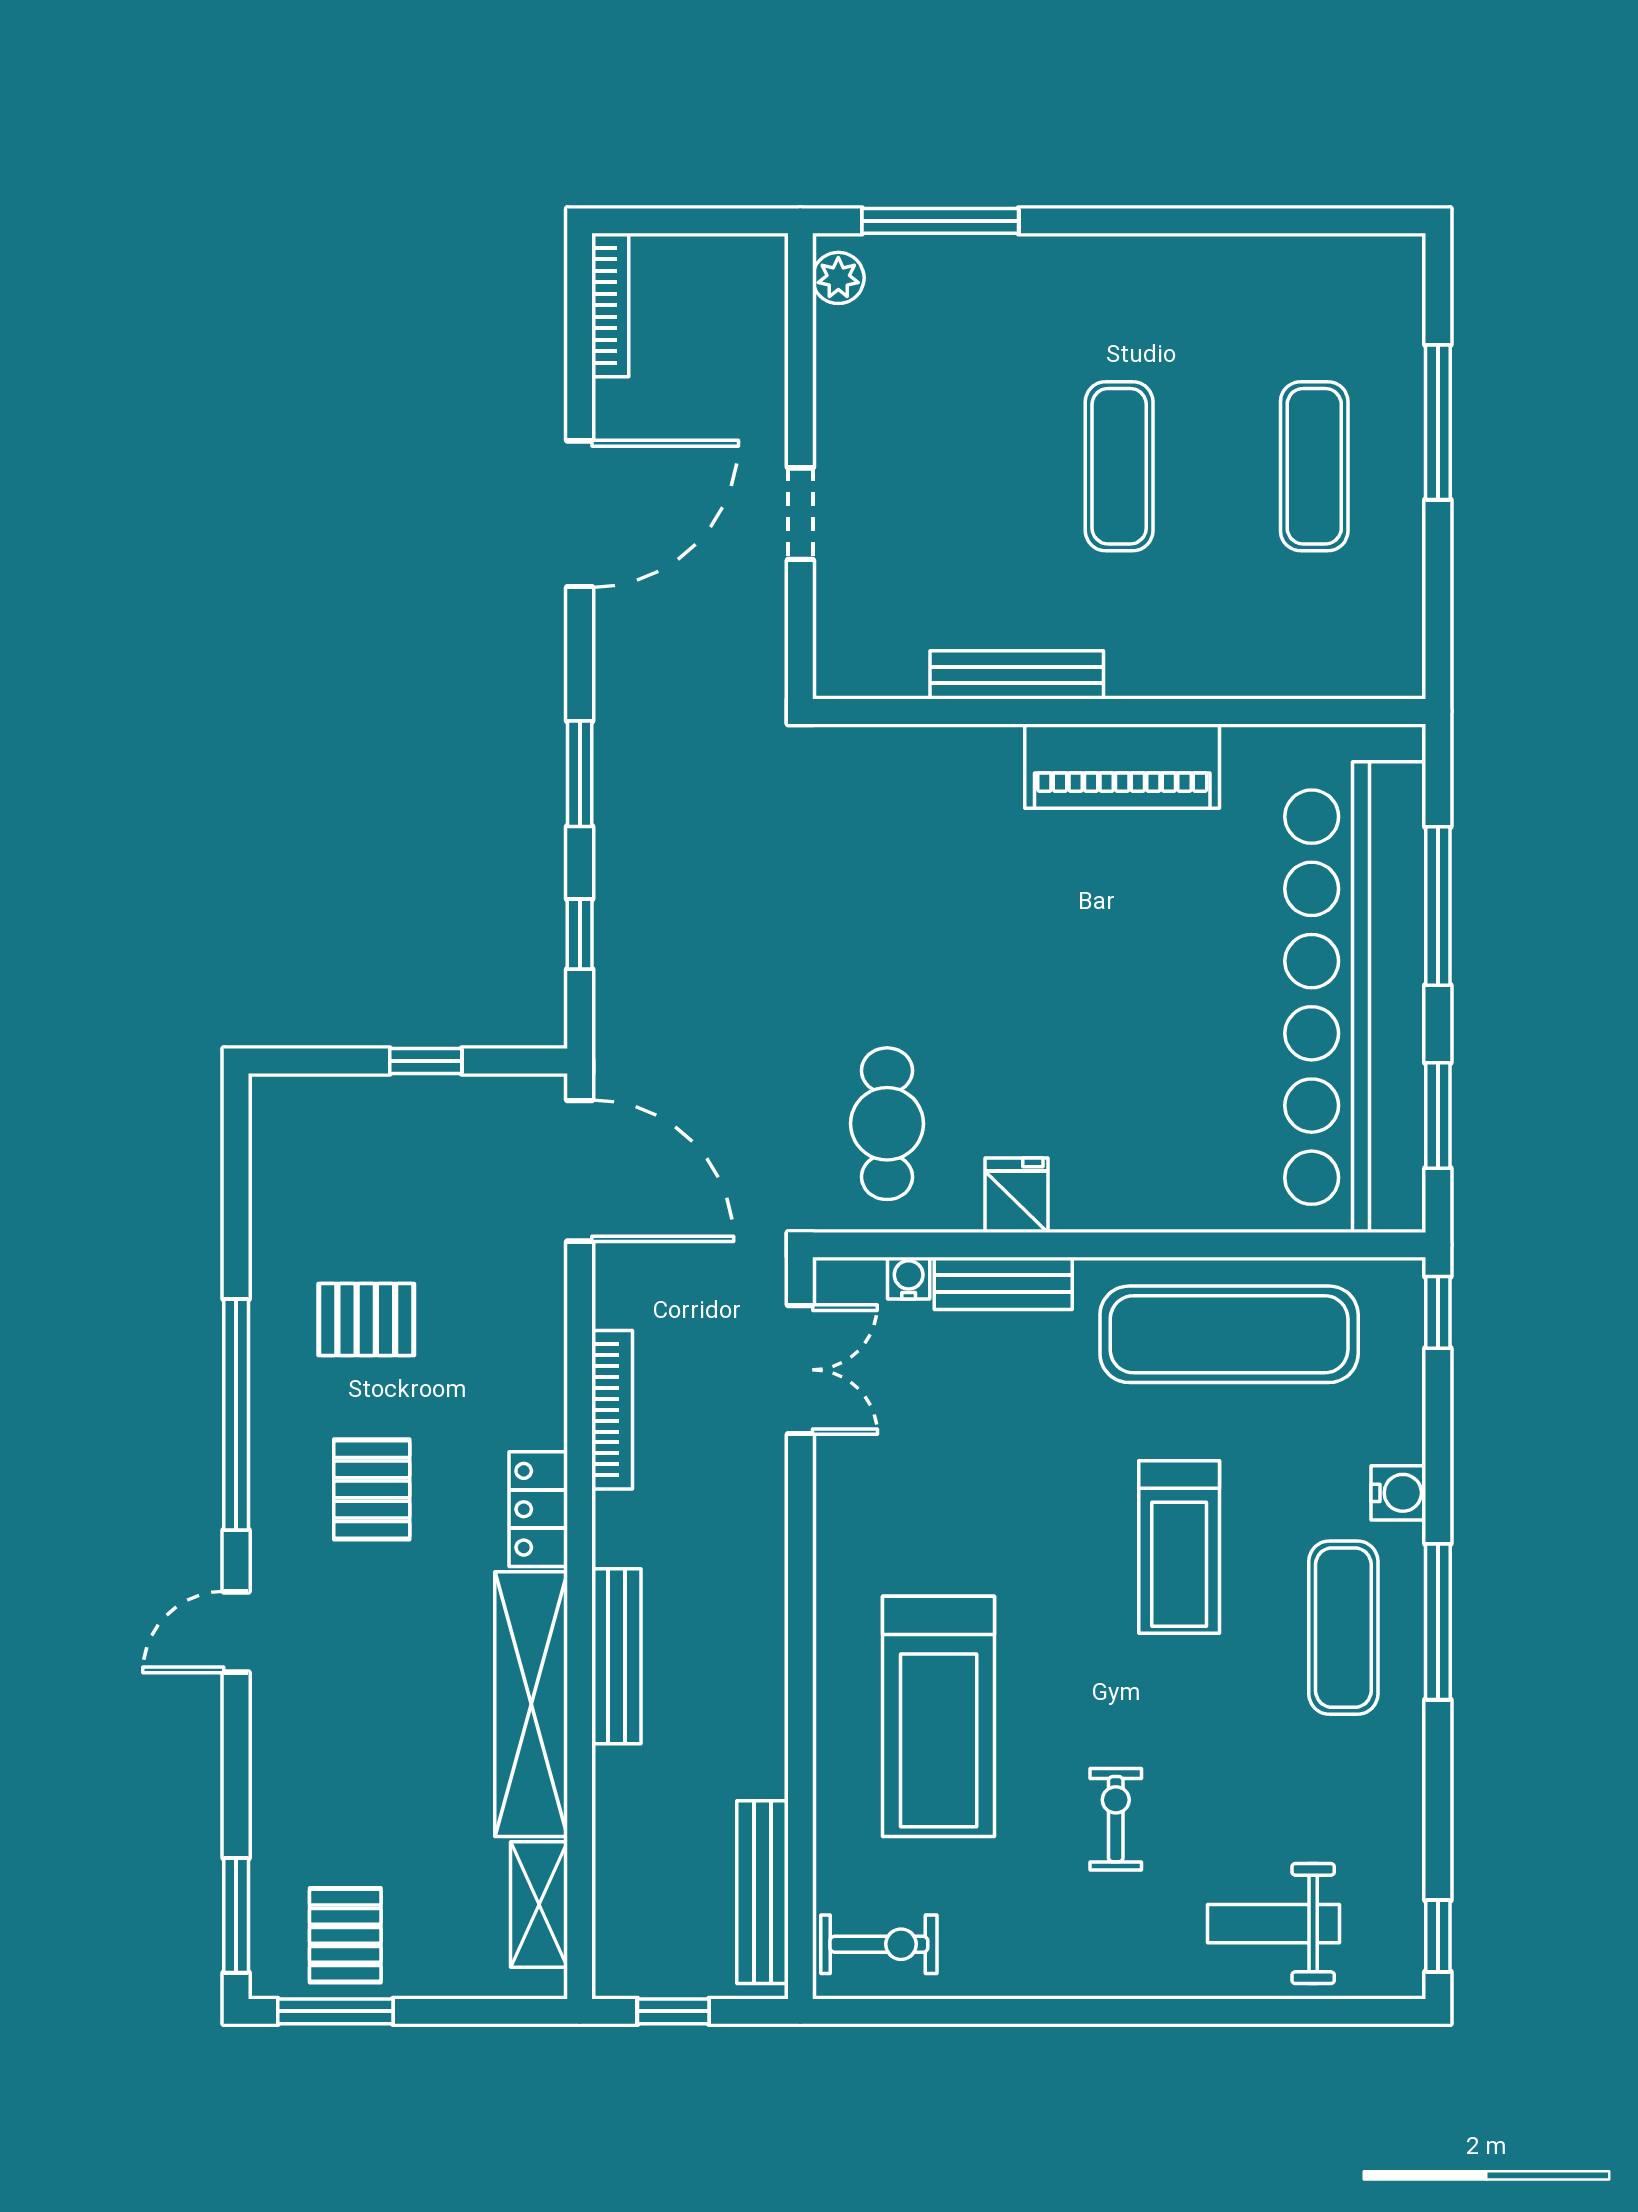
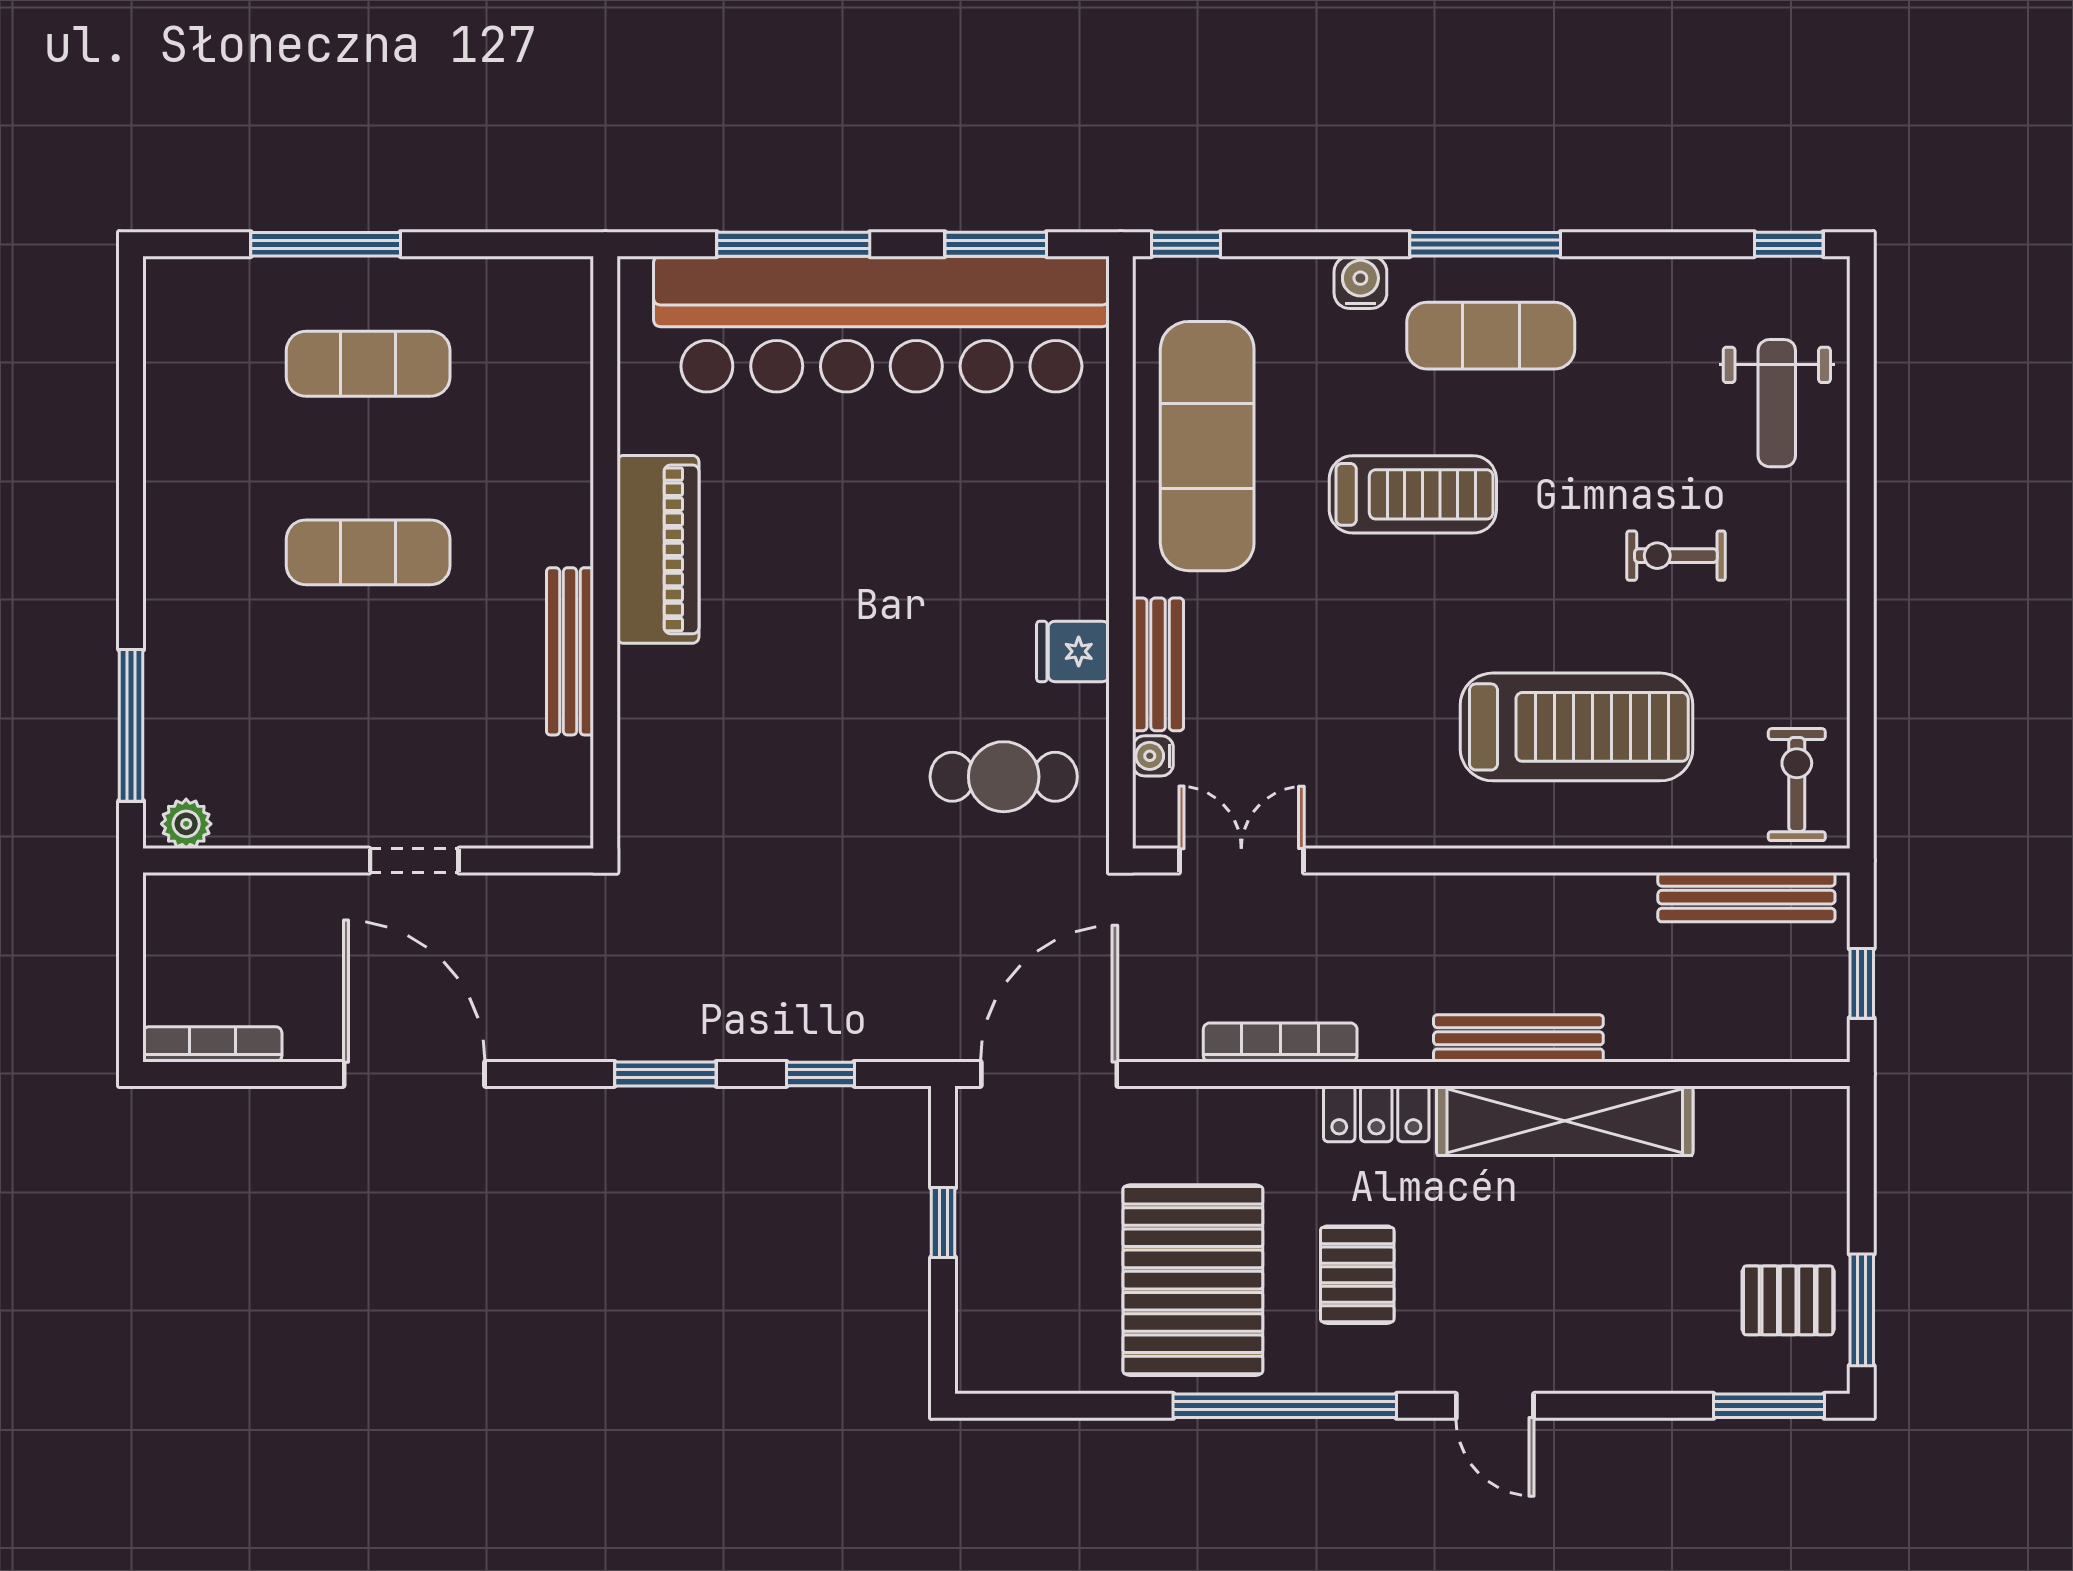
pallet: (366, 1319) -> (1193, 1280), width x2.05, depth x2.00
pallet: (372, 1489) -> (1357, 1275), turned 90
shelving: (539, 1904) -> (1758, 1113), removed

